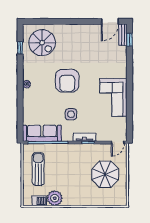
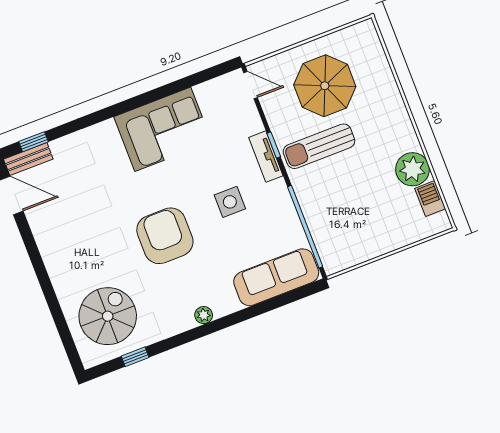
armchair: (67, 81) -> (165, 236), turned -90
sofa: (42, 133) -> (276, 277), moved, turned 90
sun lounger: (38, 169) -> (319, 146), moved

